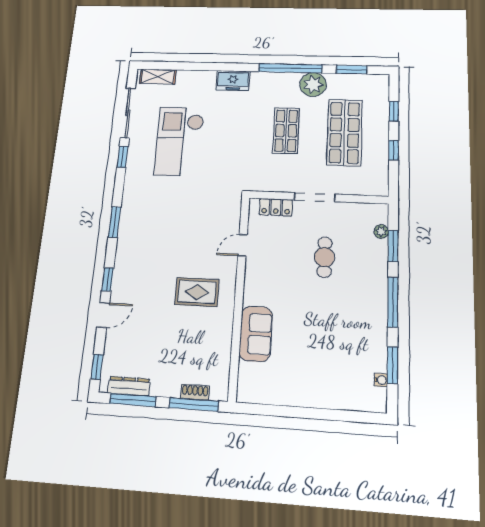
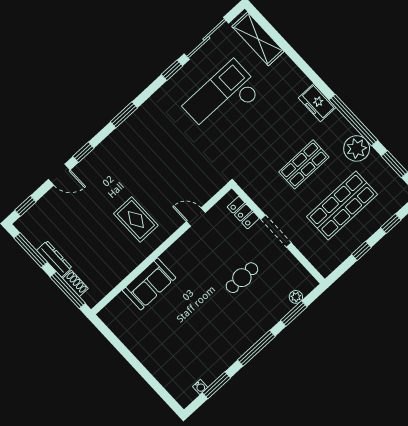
shelving: (158, 77) -> (258, 39), width x1.50, depth x1.33
freezer: (233, 81) -> (317, 103), moved
dresser: (129, 386) -> (54, 259), moved

